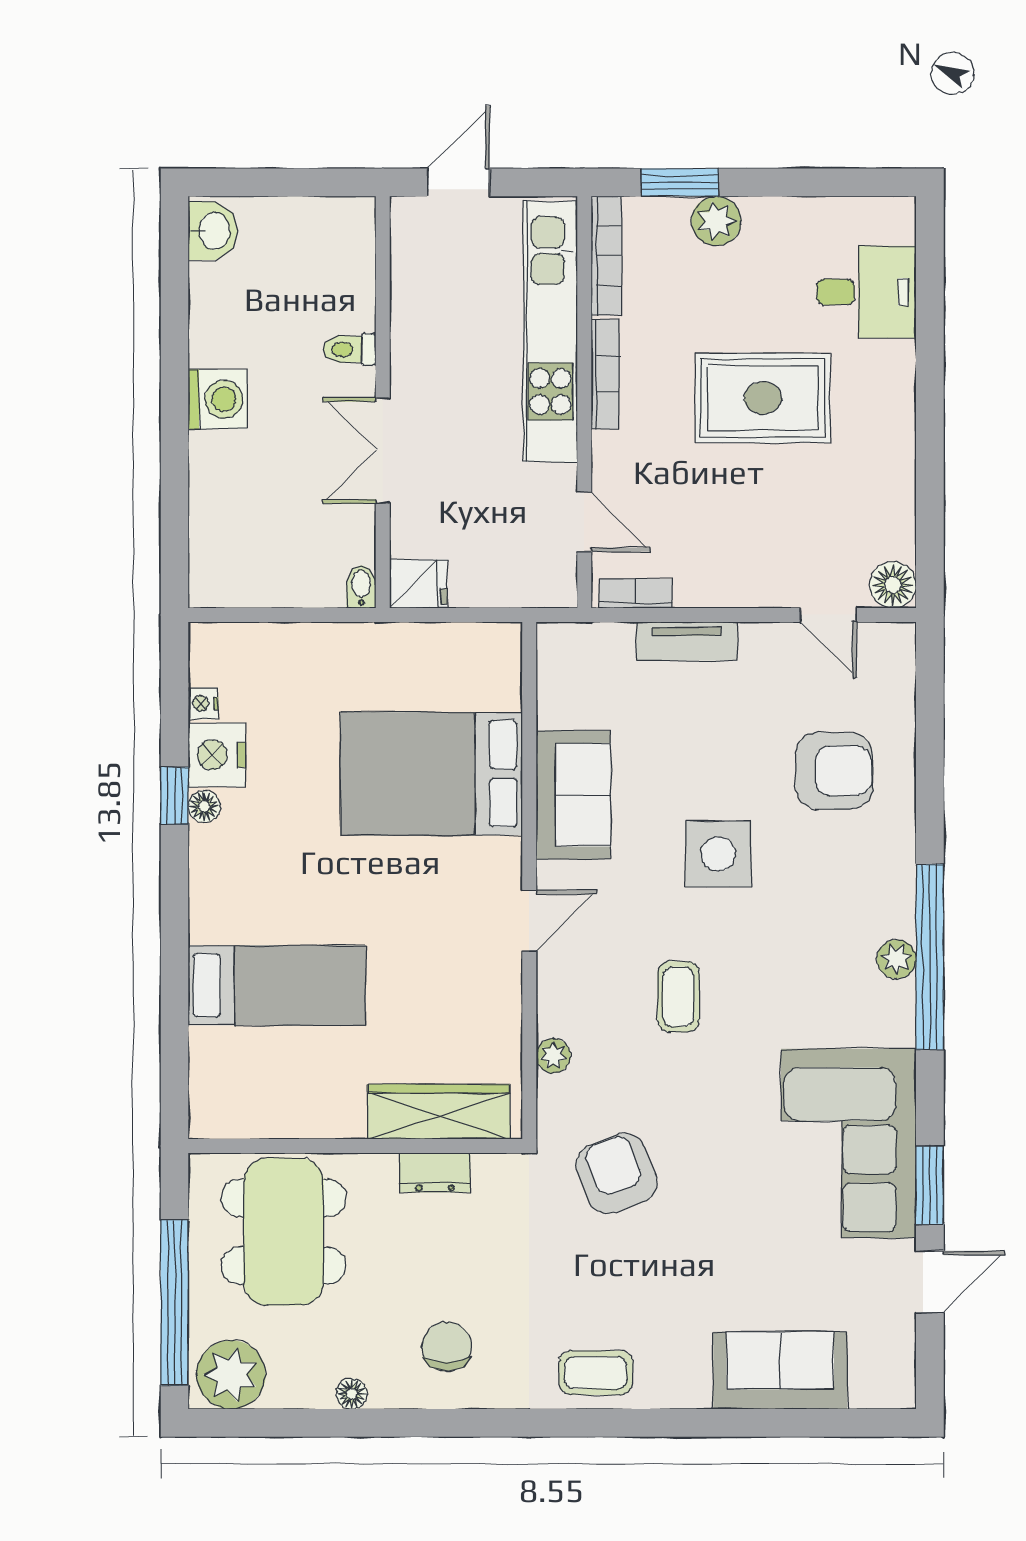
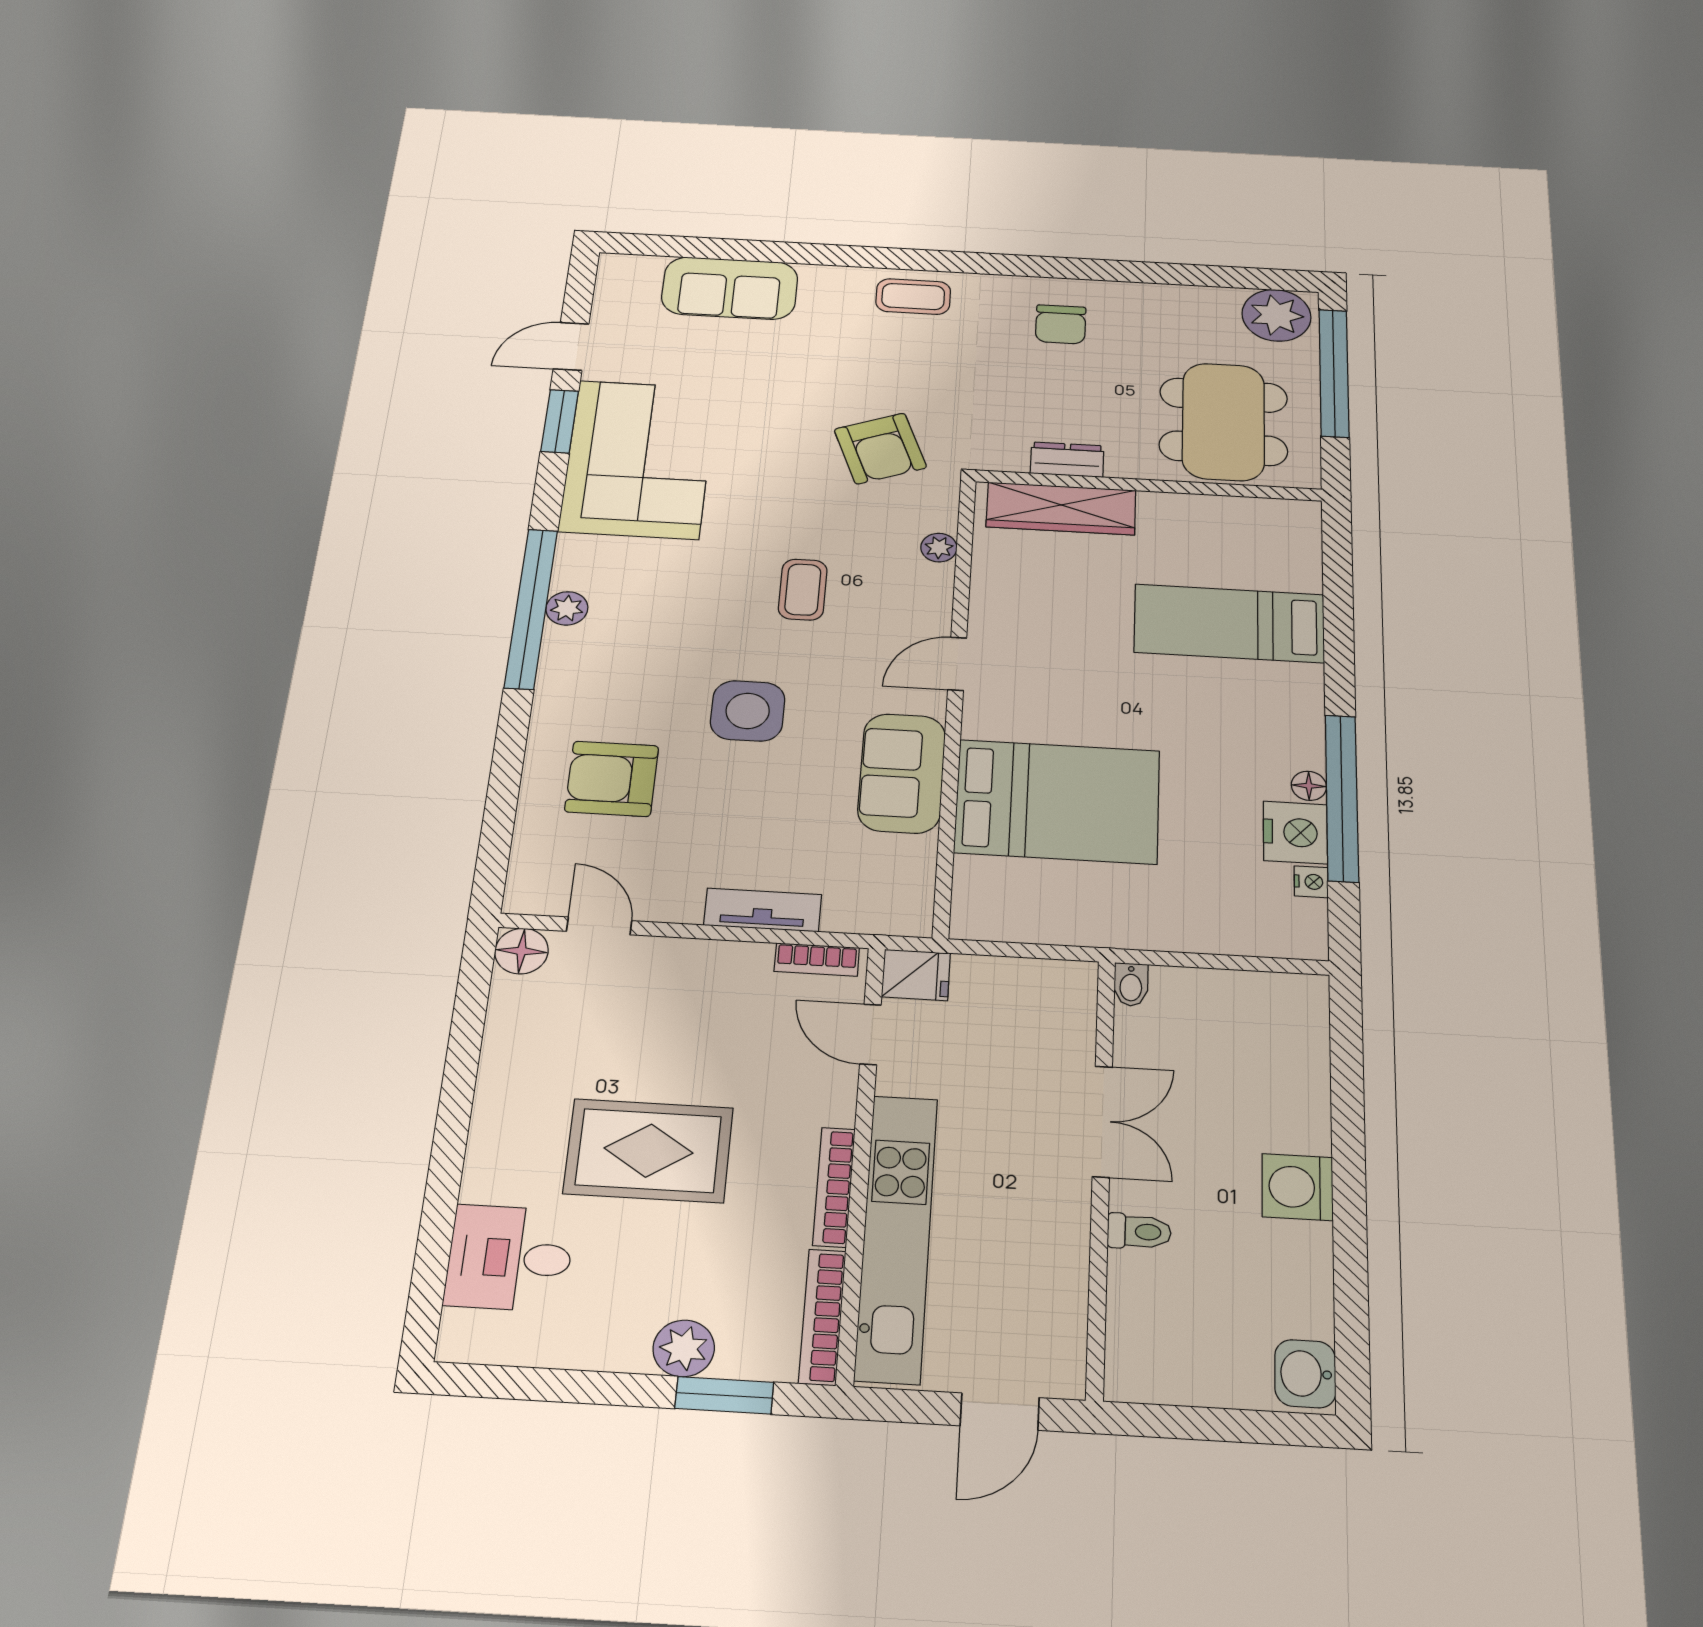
fridge: (418, 584) -> (916, 975), moved, turned 180
window: (174, 796) -> (1342, 798), width x3.17
floor lamp: (352, 1394) -> (1157, 294), removed

